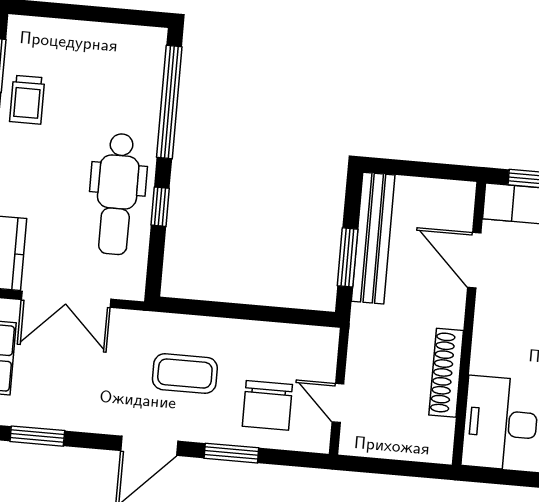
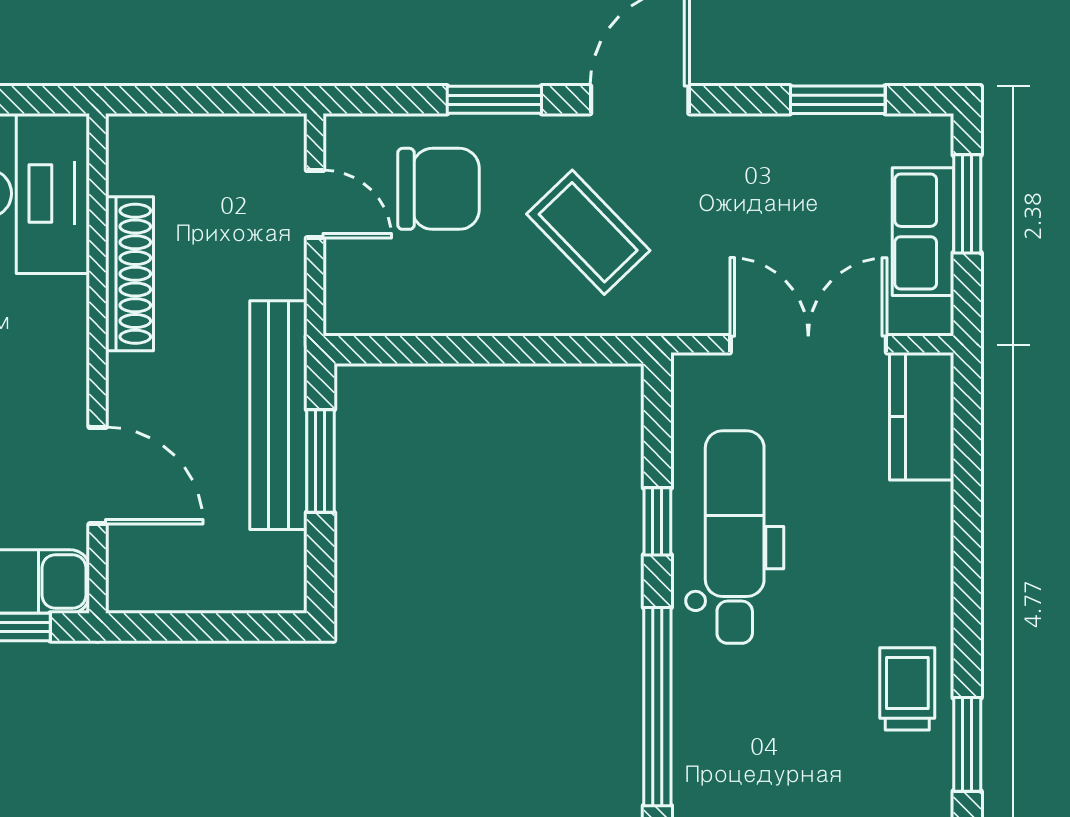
bench: (373, 238) -> (278, 415), moved
coffee table: (185, 374) -> (588, 232), turned 46
chair: (267, 405) -> (439, 189), turned 90

